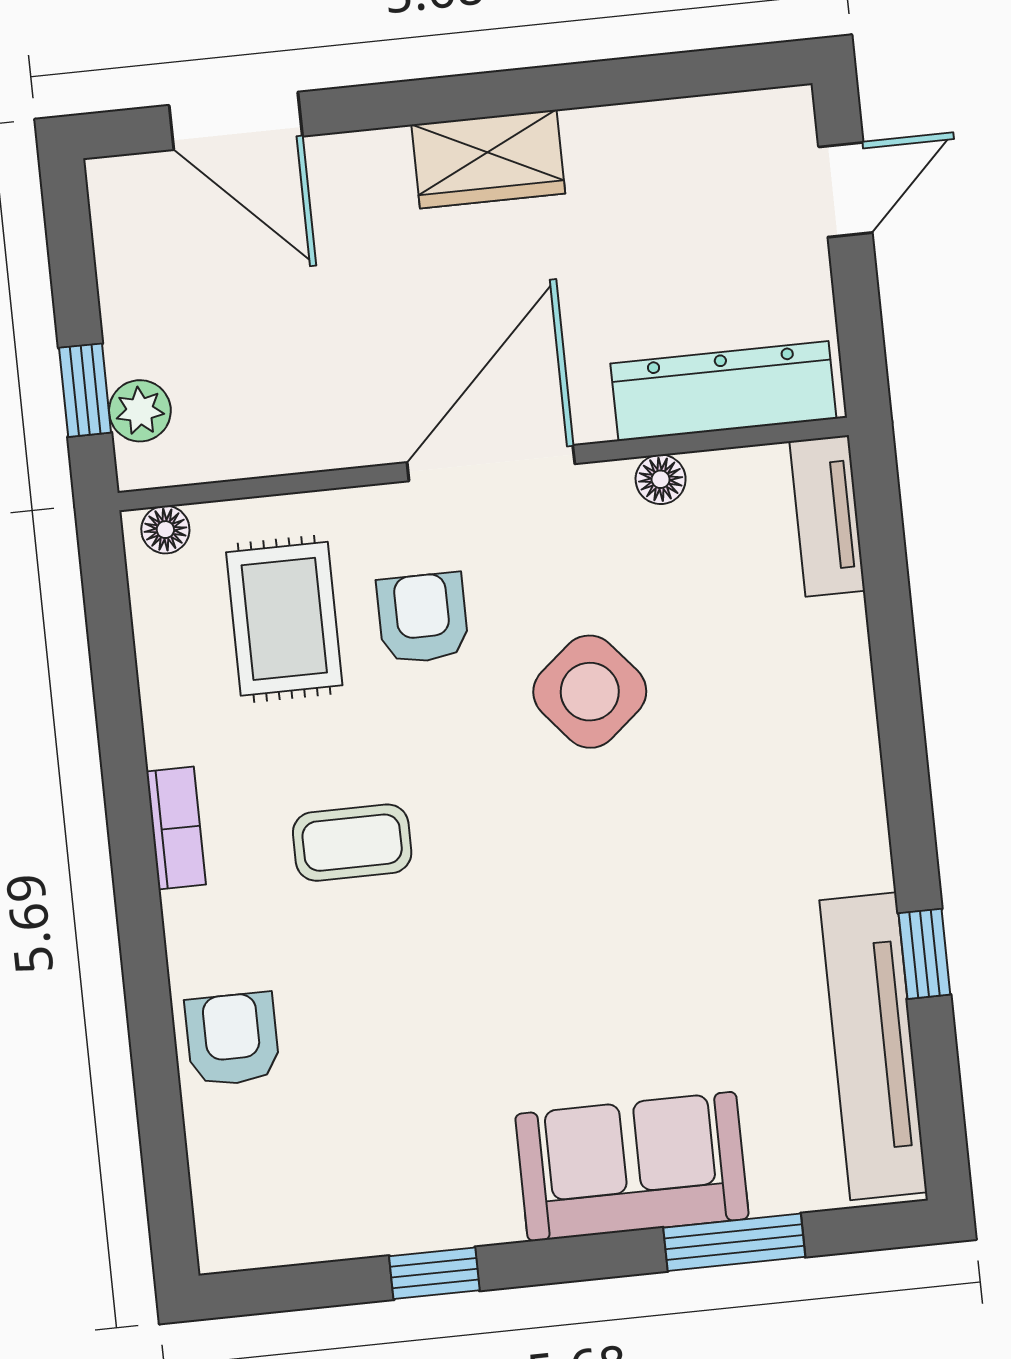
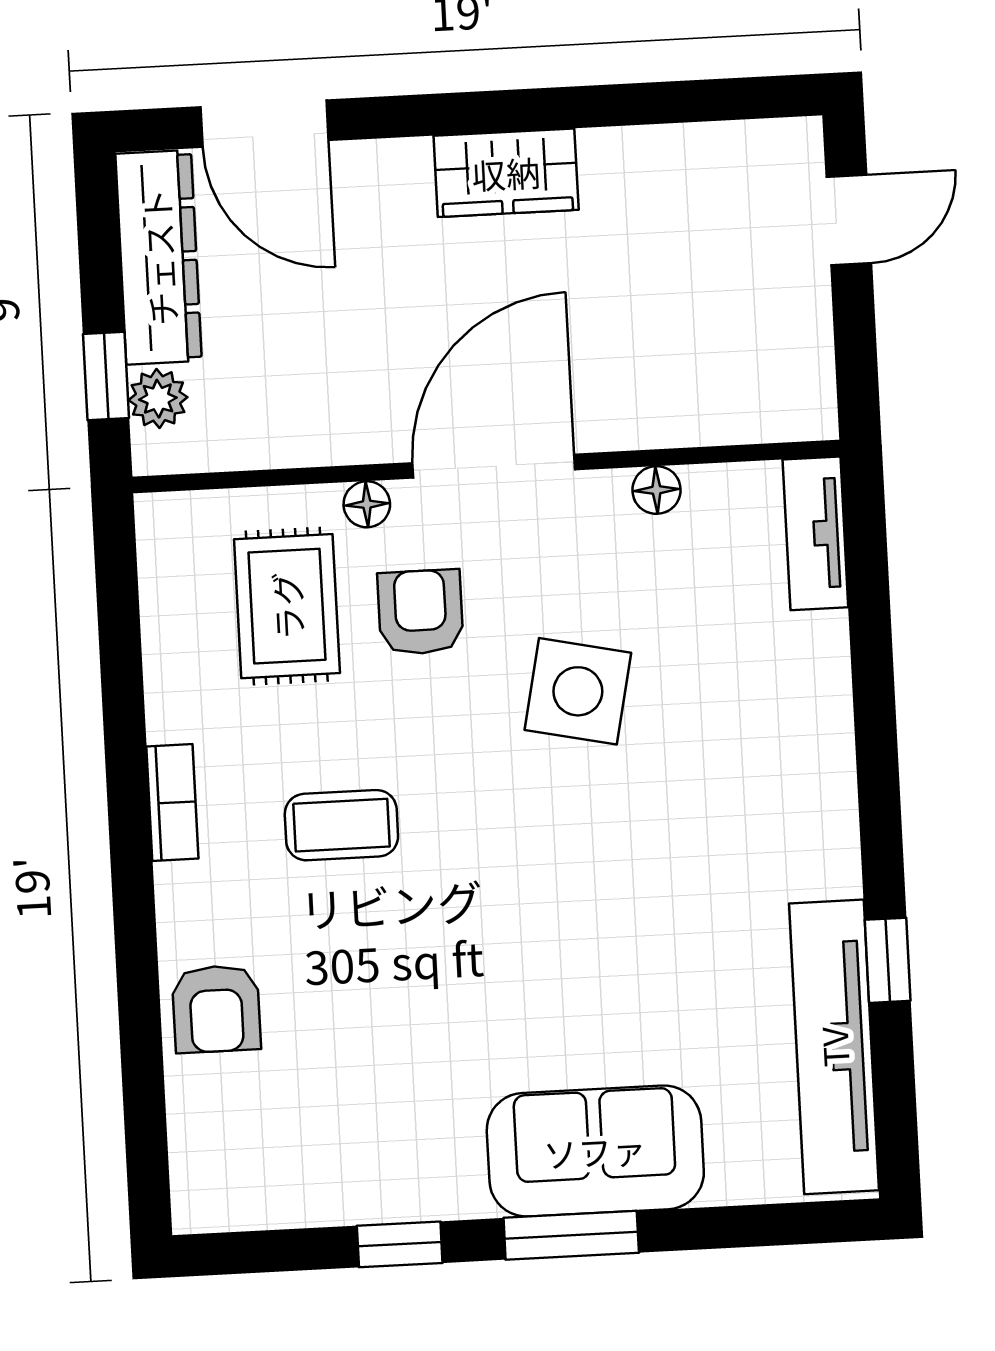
dresser: (723, 391) -> (159, 257), moved, turned 90
floor lamp: (165, 530) -> (367, 504), moved
side table: (590, 692) -> (578, 691), turned -38
armchair: (232, 1039) -> (216, 1009), turned 180
window: (734, 1242) -> (571, 1235), moved

